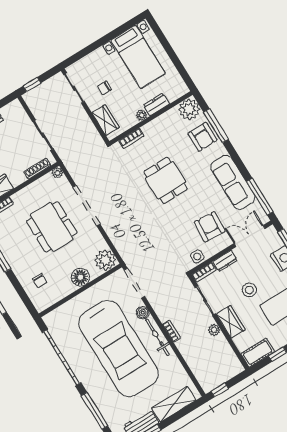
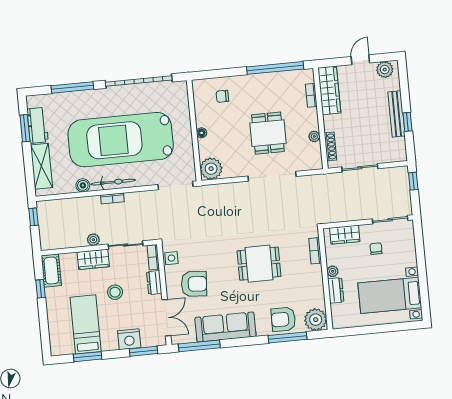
plant: (57, 173) -> (314, 136), moved
dining table: (52, 227) -> (268, 133), width x0.73
floor lamp: (80, 277) -> (202, 133), width x0.53, depth x0.53
boiler: (143, 313) -> (83, 185), moved

